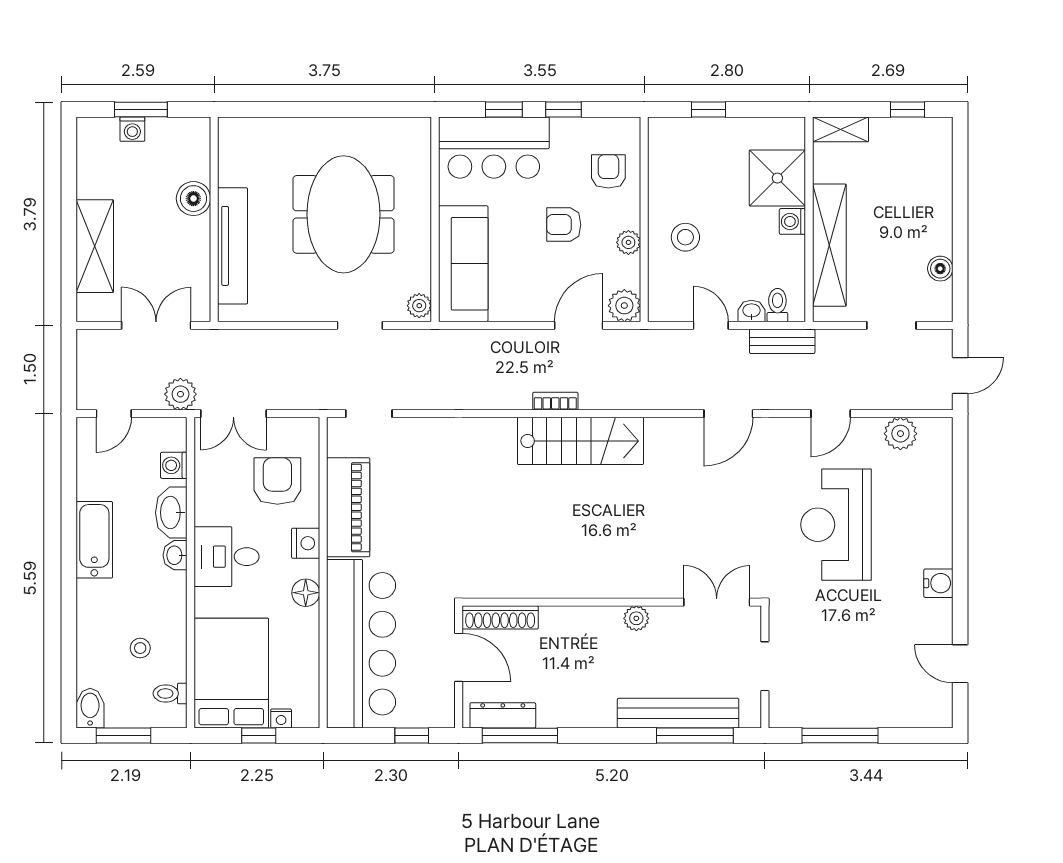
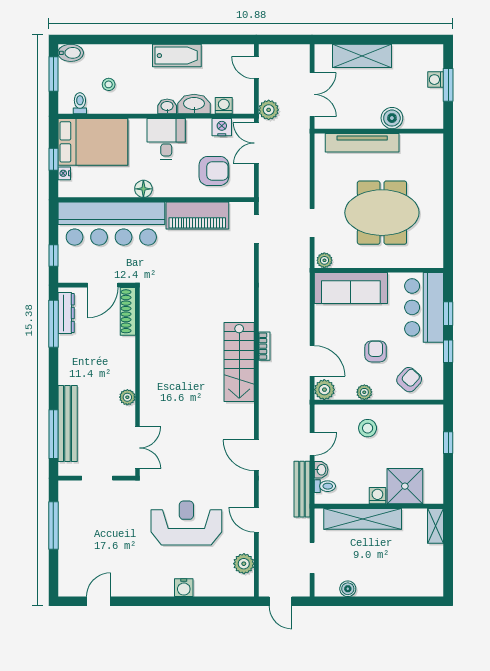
window: (907, 109) -> (448, 568), removed
armchair: (608, 171) -> (409, 380), turned -48
bench: (782, 341) -> (302, 489), width x1.36
nightstand: (306, 543) -> (222, 127), moved, turned 180
water cooler: (938, 583) -> (184, 588), moved

